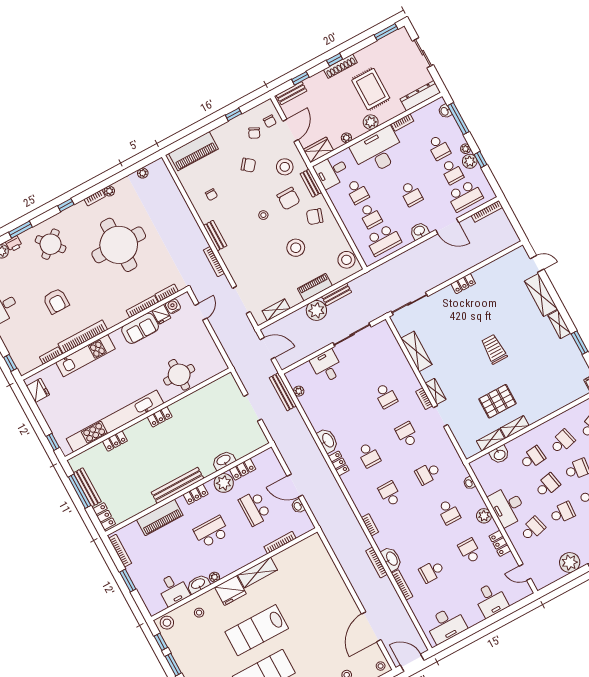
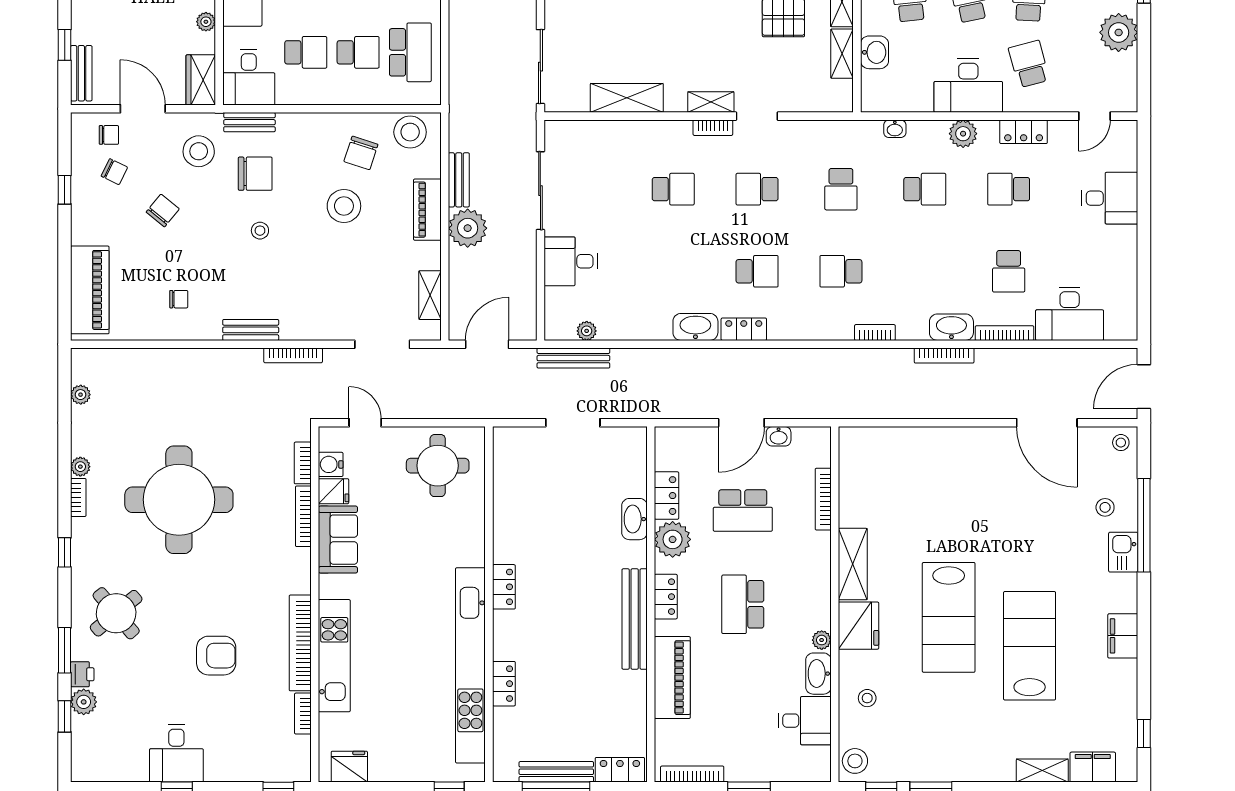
chair: (315, 217) -> (361, 153), moved
round table: (179, 375) -> (438, 466), moved
desk: (446, 625) -> (1070, 314), moved, turned 90

